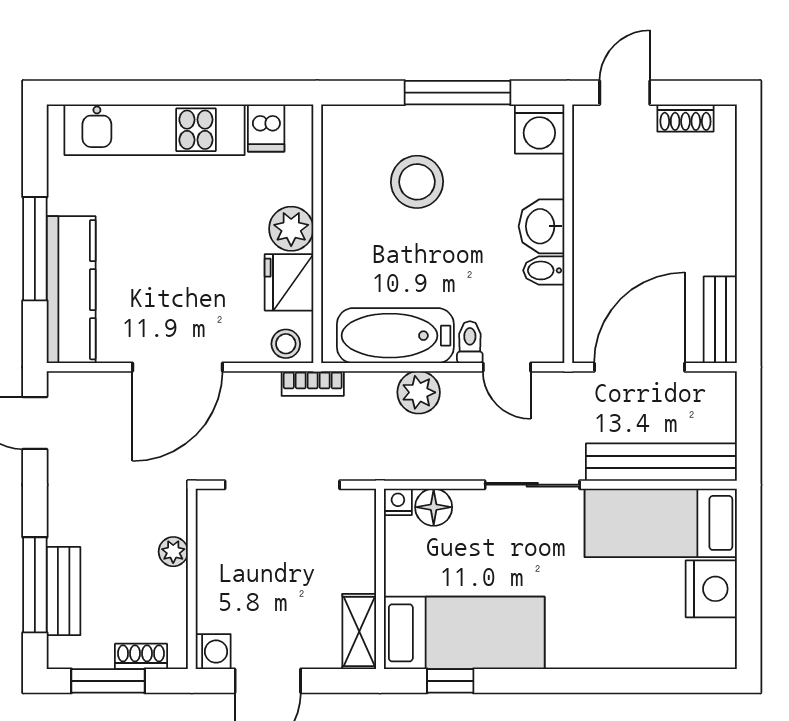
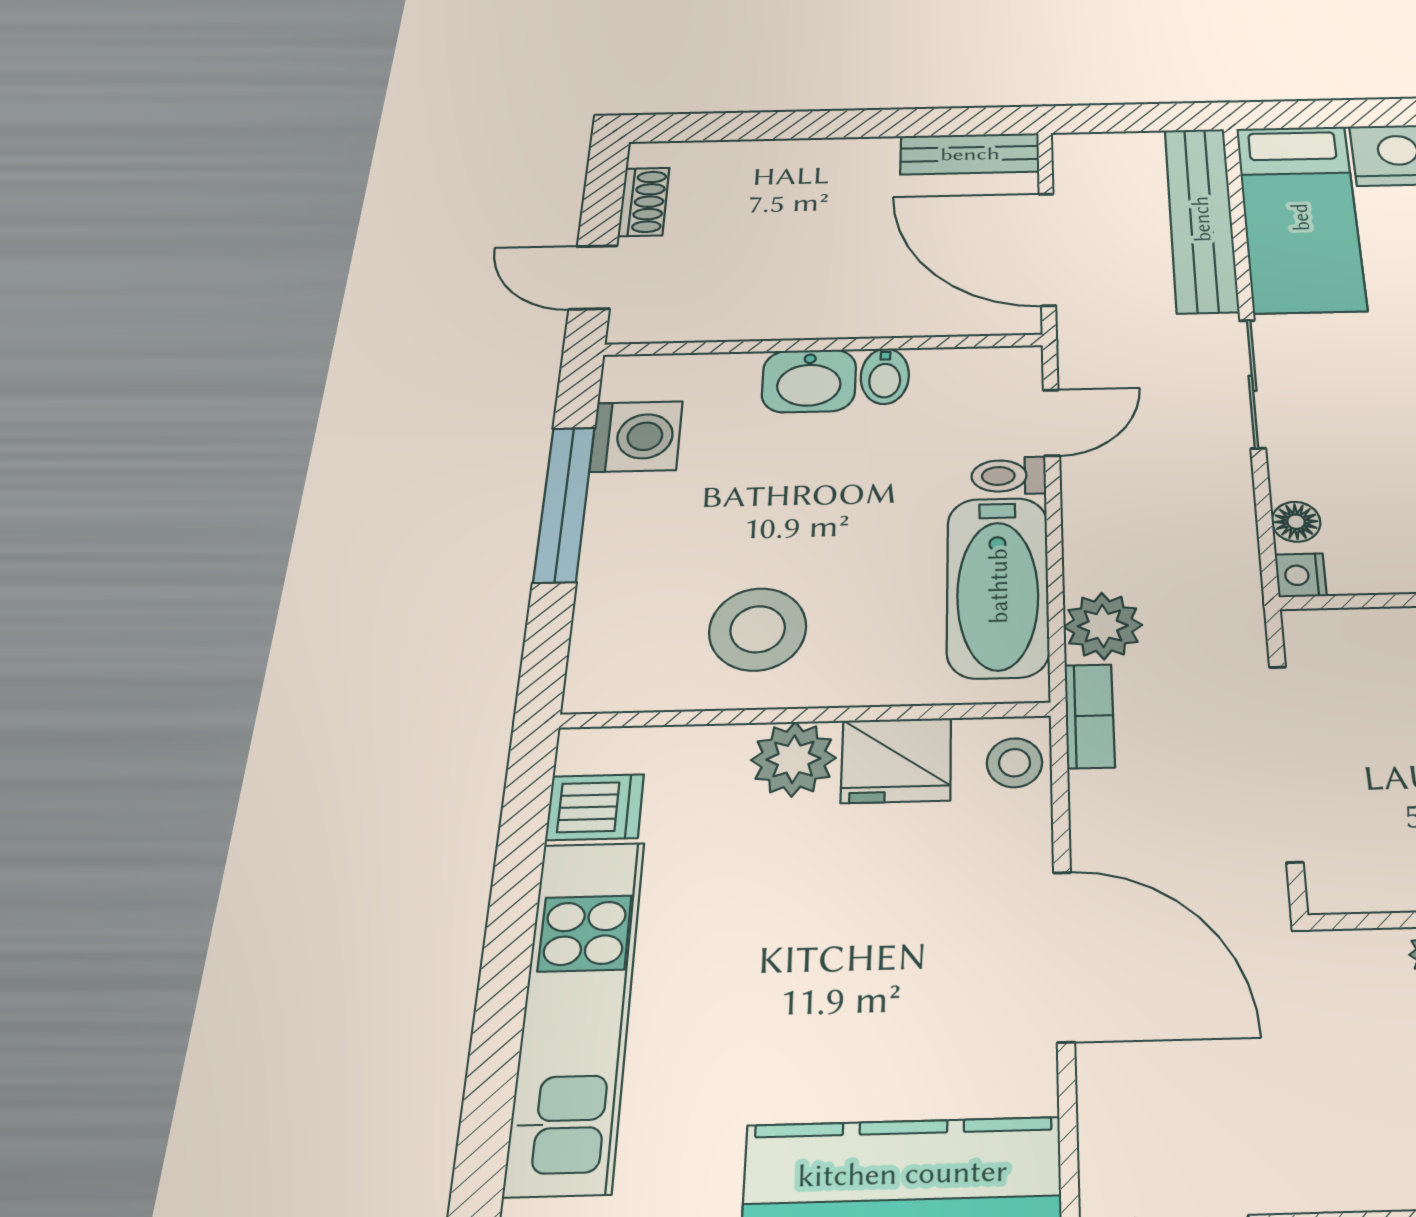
washing machine: (539, 129) -> (636, 436), moved
stool: (417, 182) -> (758, 629), moved
plant: (419, 392) -> (1103, 626), moved
floor lamp: (434, 507) -> (1296, 522), width x0.73, depth x0.73

